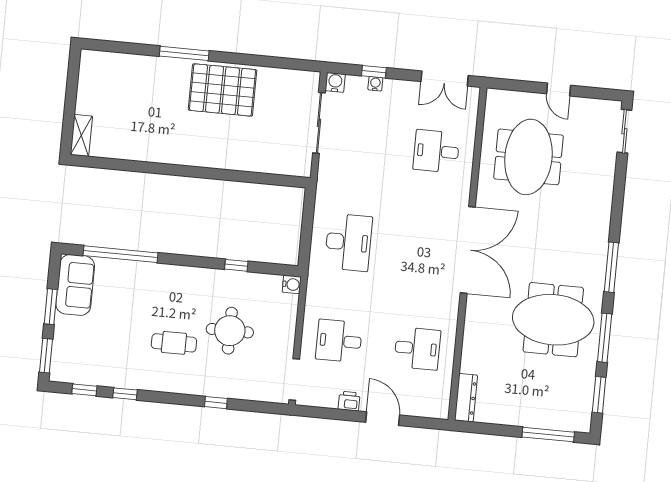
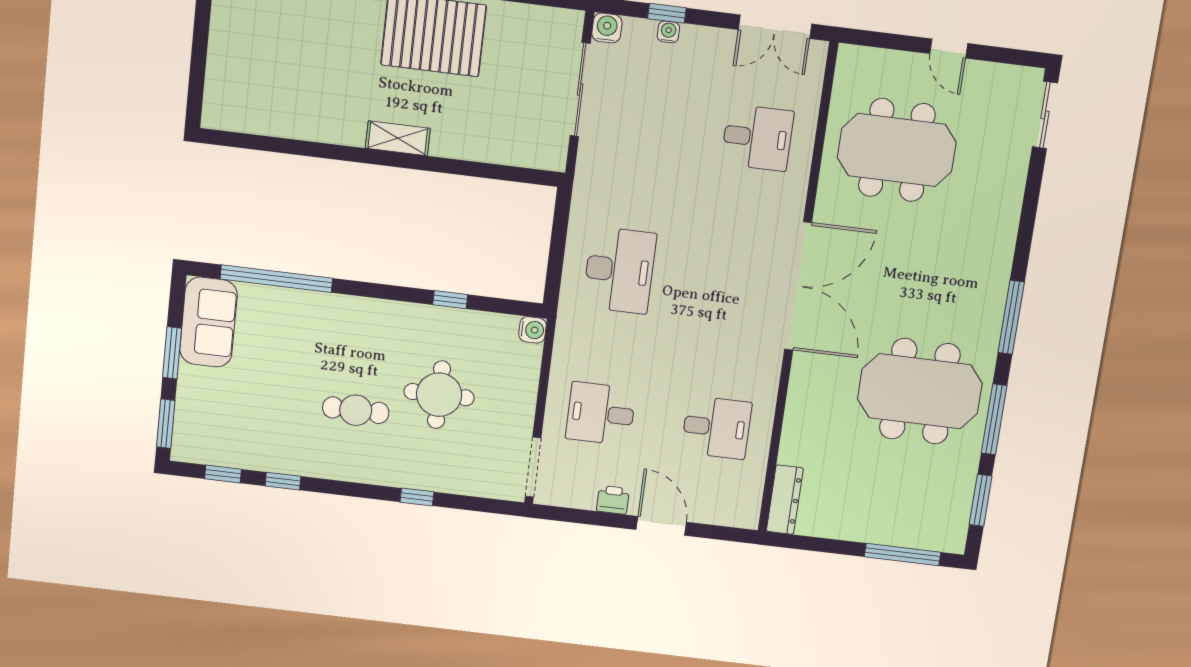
shelving: (81, 135) -> (398, 138), moved, turned 90
desk: (436, 151) -> (757, 138), turned 180
meeting table: (528, 157) -> (897, 150), turned 90

